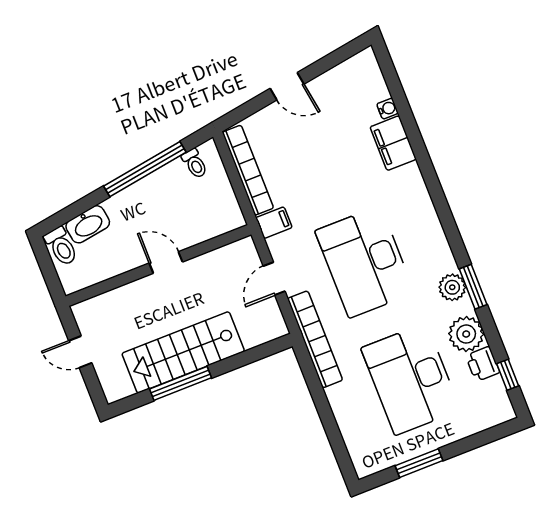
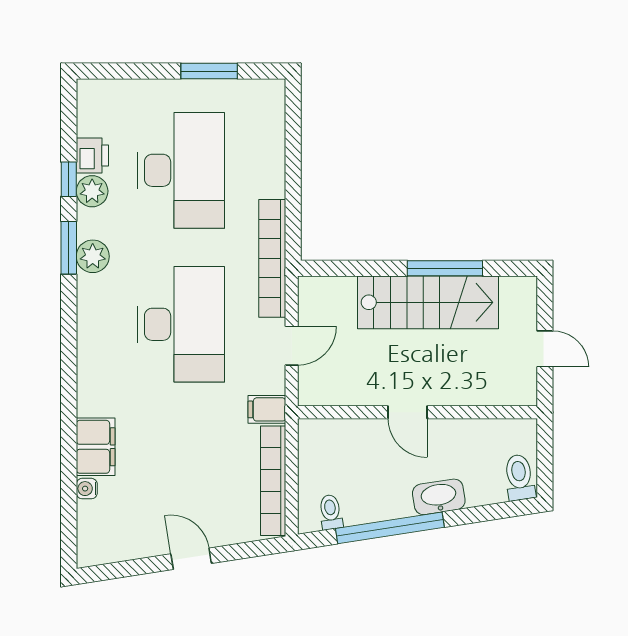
washbasin: (88, 224) -> (439, 497), moved
plant: (466, 334) -> (92, 191), width x0.73, depth x0.73
window: (508, 375) -> (69, 179), moved

